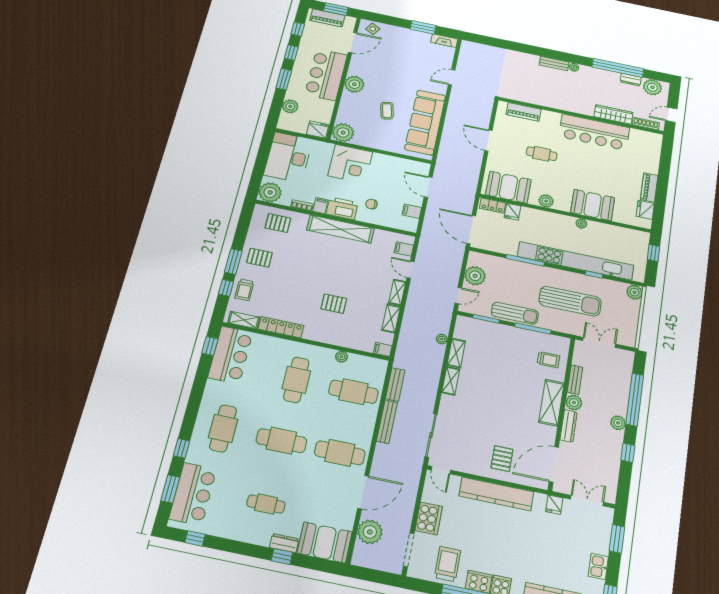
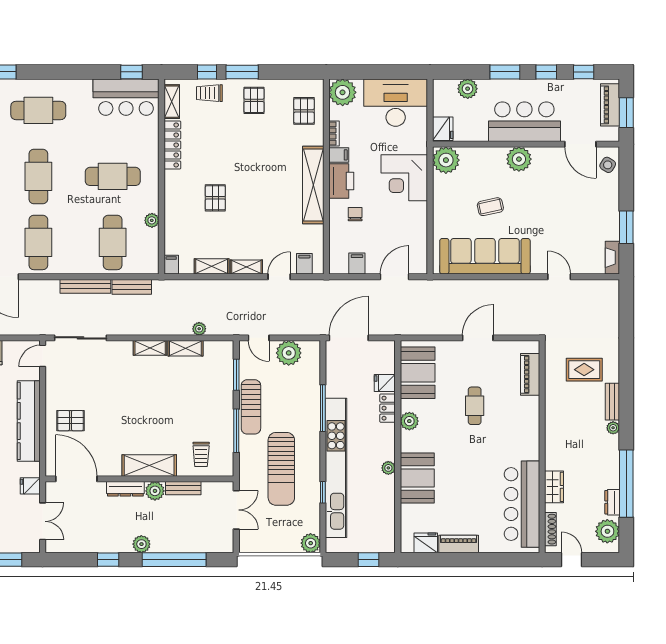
rug: (526, 76) -> (584, 370), added
wardrobe: (613, 114) -> (554, 487), width x0.67
bar counter: (594, 132) -> (522, 504), moved
locker: (493, 206) -> (388, 408), moved

